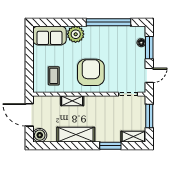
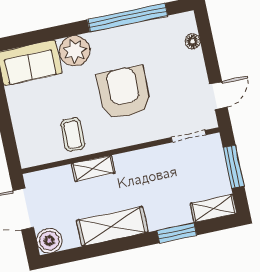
window: (149, 48) -> (208, 47), removed
armchair: (91, 72) -> (124, 93), moved
coffee table: (54, 76) -> (73, 135), moved

